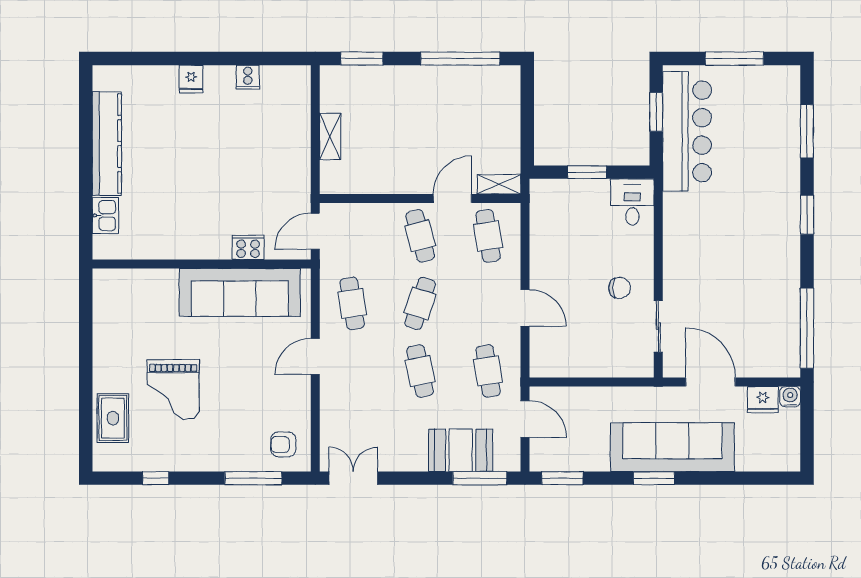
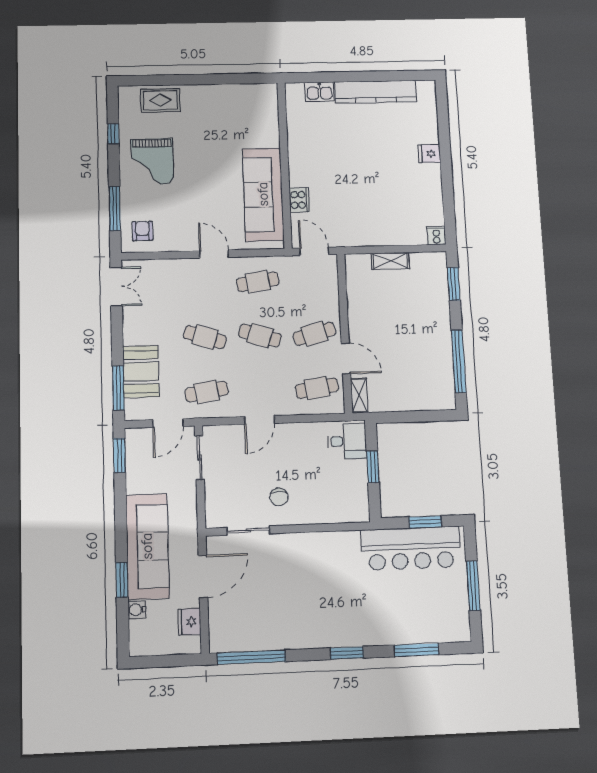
cooker: (248, 77) -> (436, 235), moved, turned 90
desk: (632, 202) -> (347, 441), moved
cafe table: (420, 371) -> (205, 337), turned 30
sliding door: (569, 382) -> (200, 458), added
grand piano: (173, 390) -> (152, 162), moved, turned -90
water cooler: (790, 397) -> (137, 610), moved, turned 180
window: (654, 478) -> (122, 580), moved

